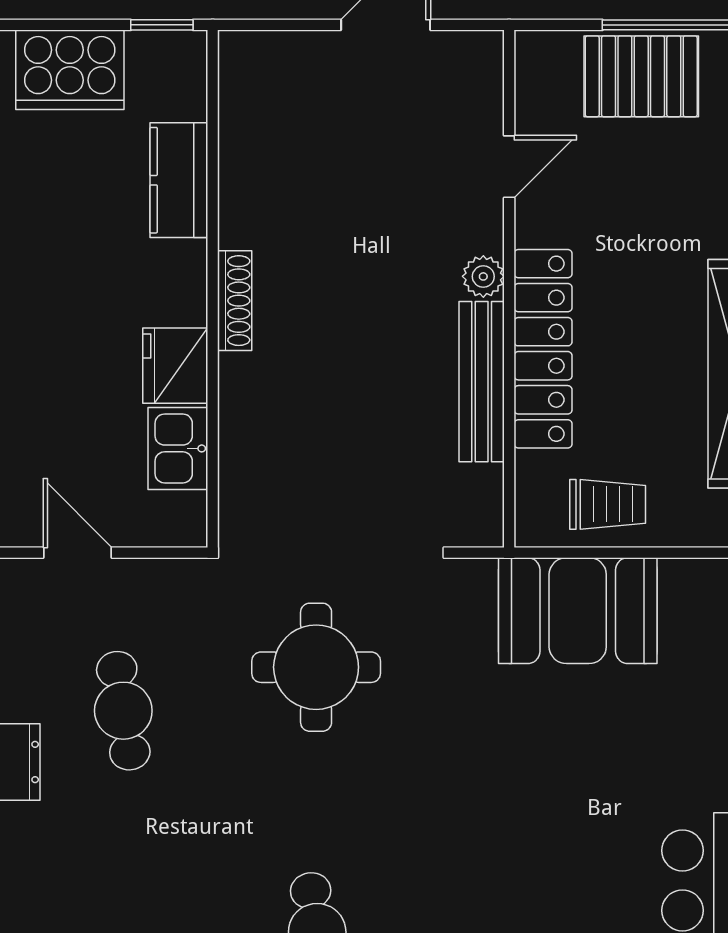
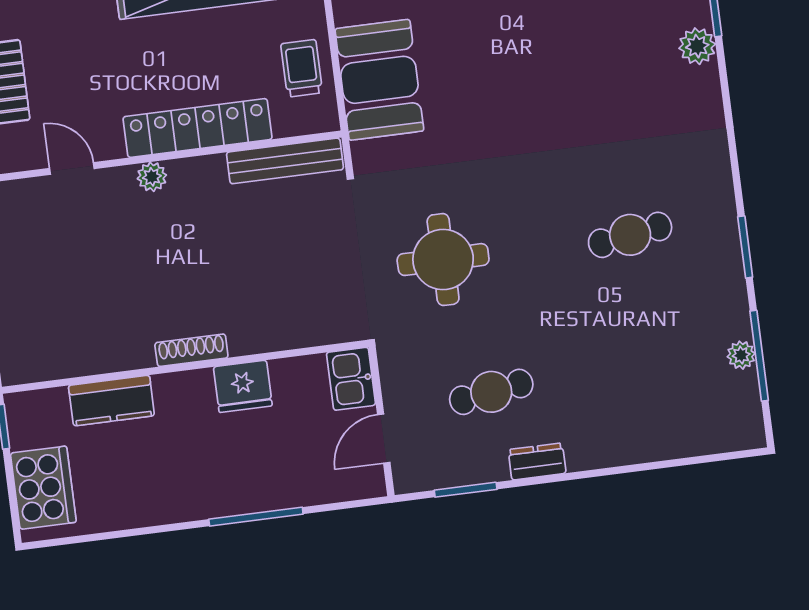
bench: (482, 382) -> (285, 161), moved
kitchen sink: (178, 448) -> (351, 379), moved, turned 90

